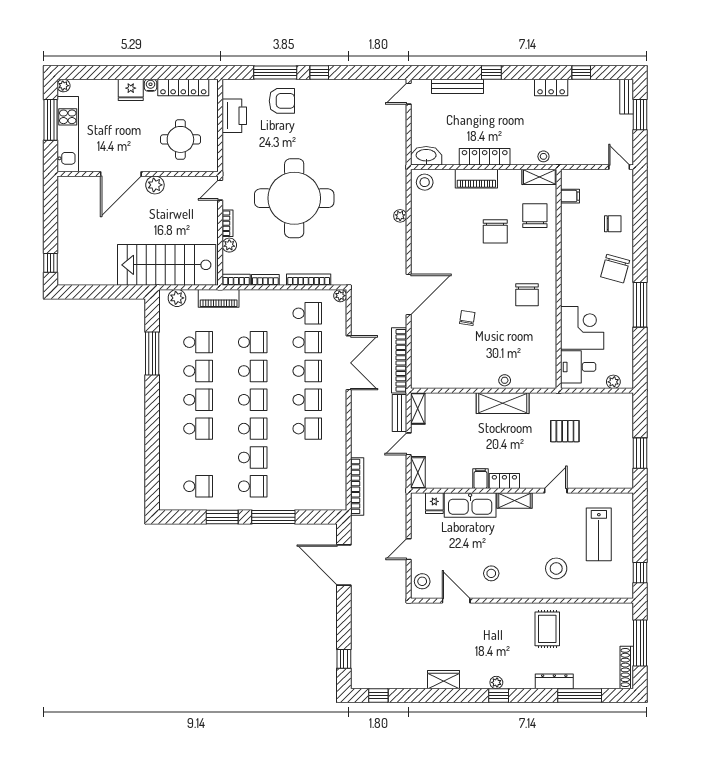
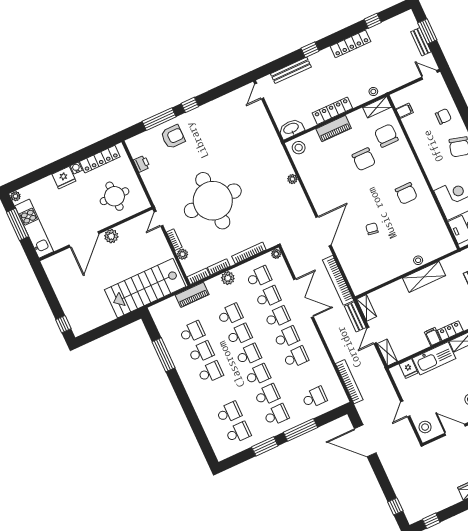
locker: (551, 88) -> (350, 44), width x1.53
bench: (627, 97) -> (421, 42), moved
printer: (234, 116) -> (142, 164), width x0.53, depth x0.68
plant: (177, 298) -> (228, 278), moved
school desk: (198, 429) -> (229, 413), moved
school desk: (307, 486) -> (314, 398), added

